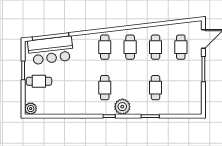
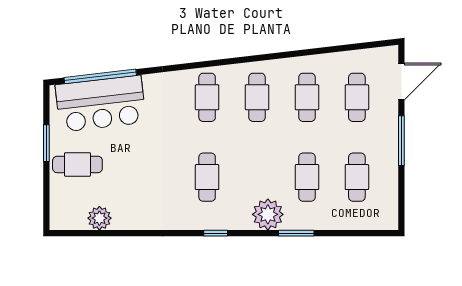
cafe table: (181, 88) -> (357, 177), added
plant: (122, 107) -> (268, 214), moved
plant: (31, 109) -> (99, 218), moved

